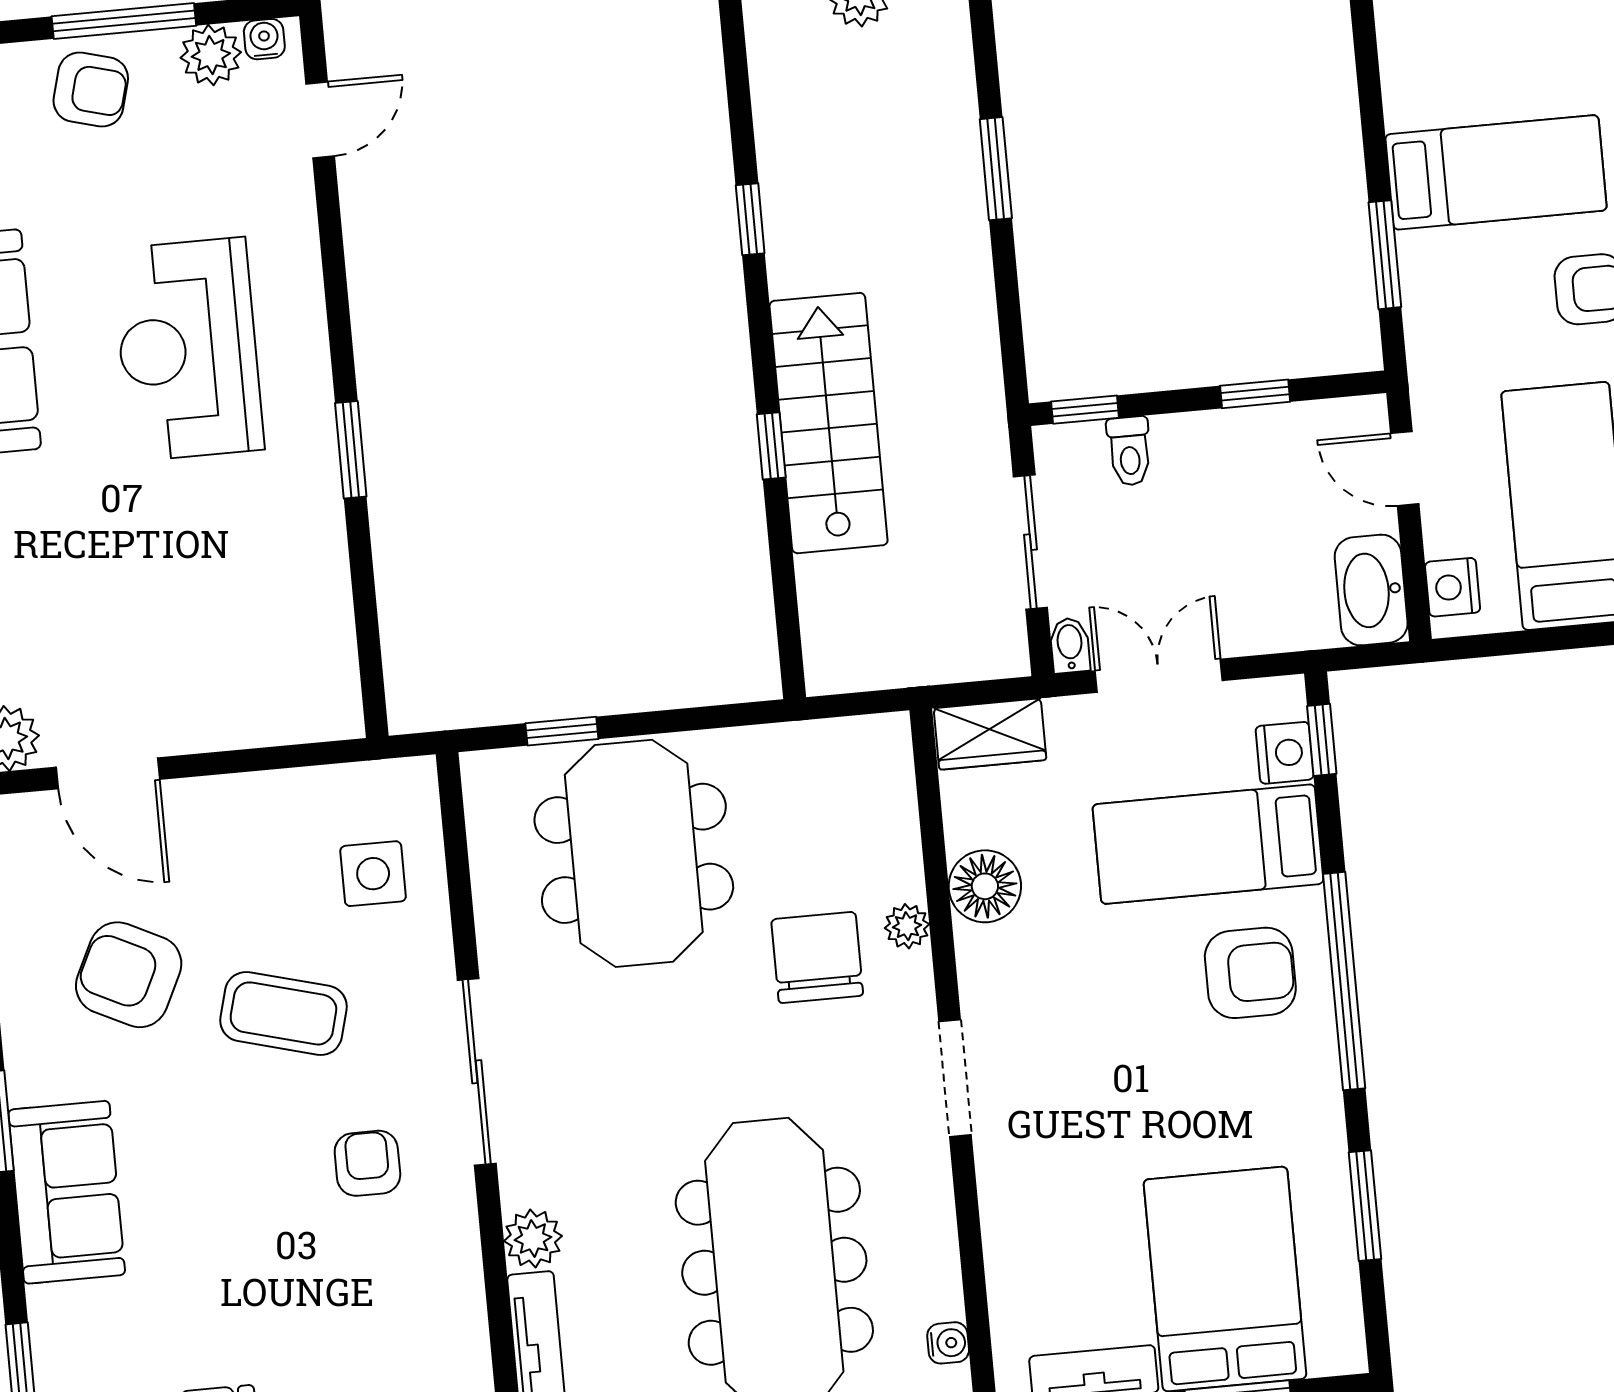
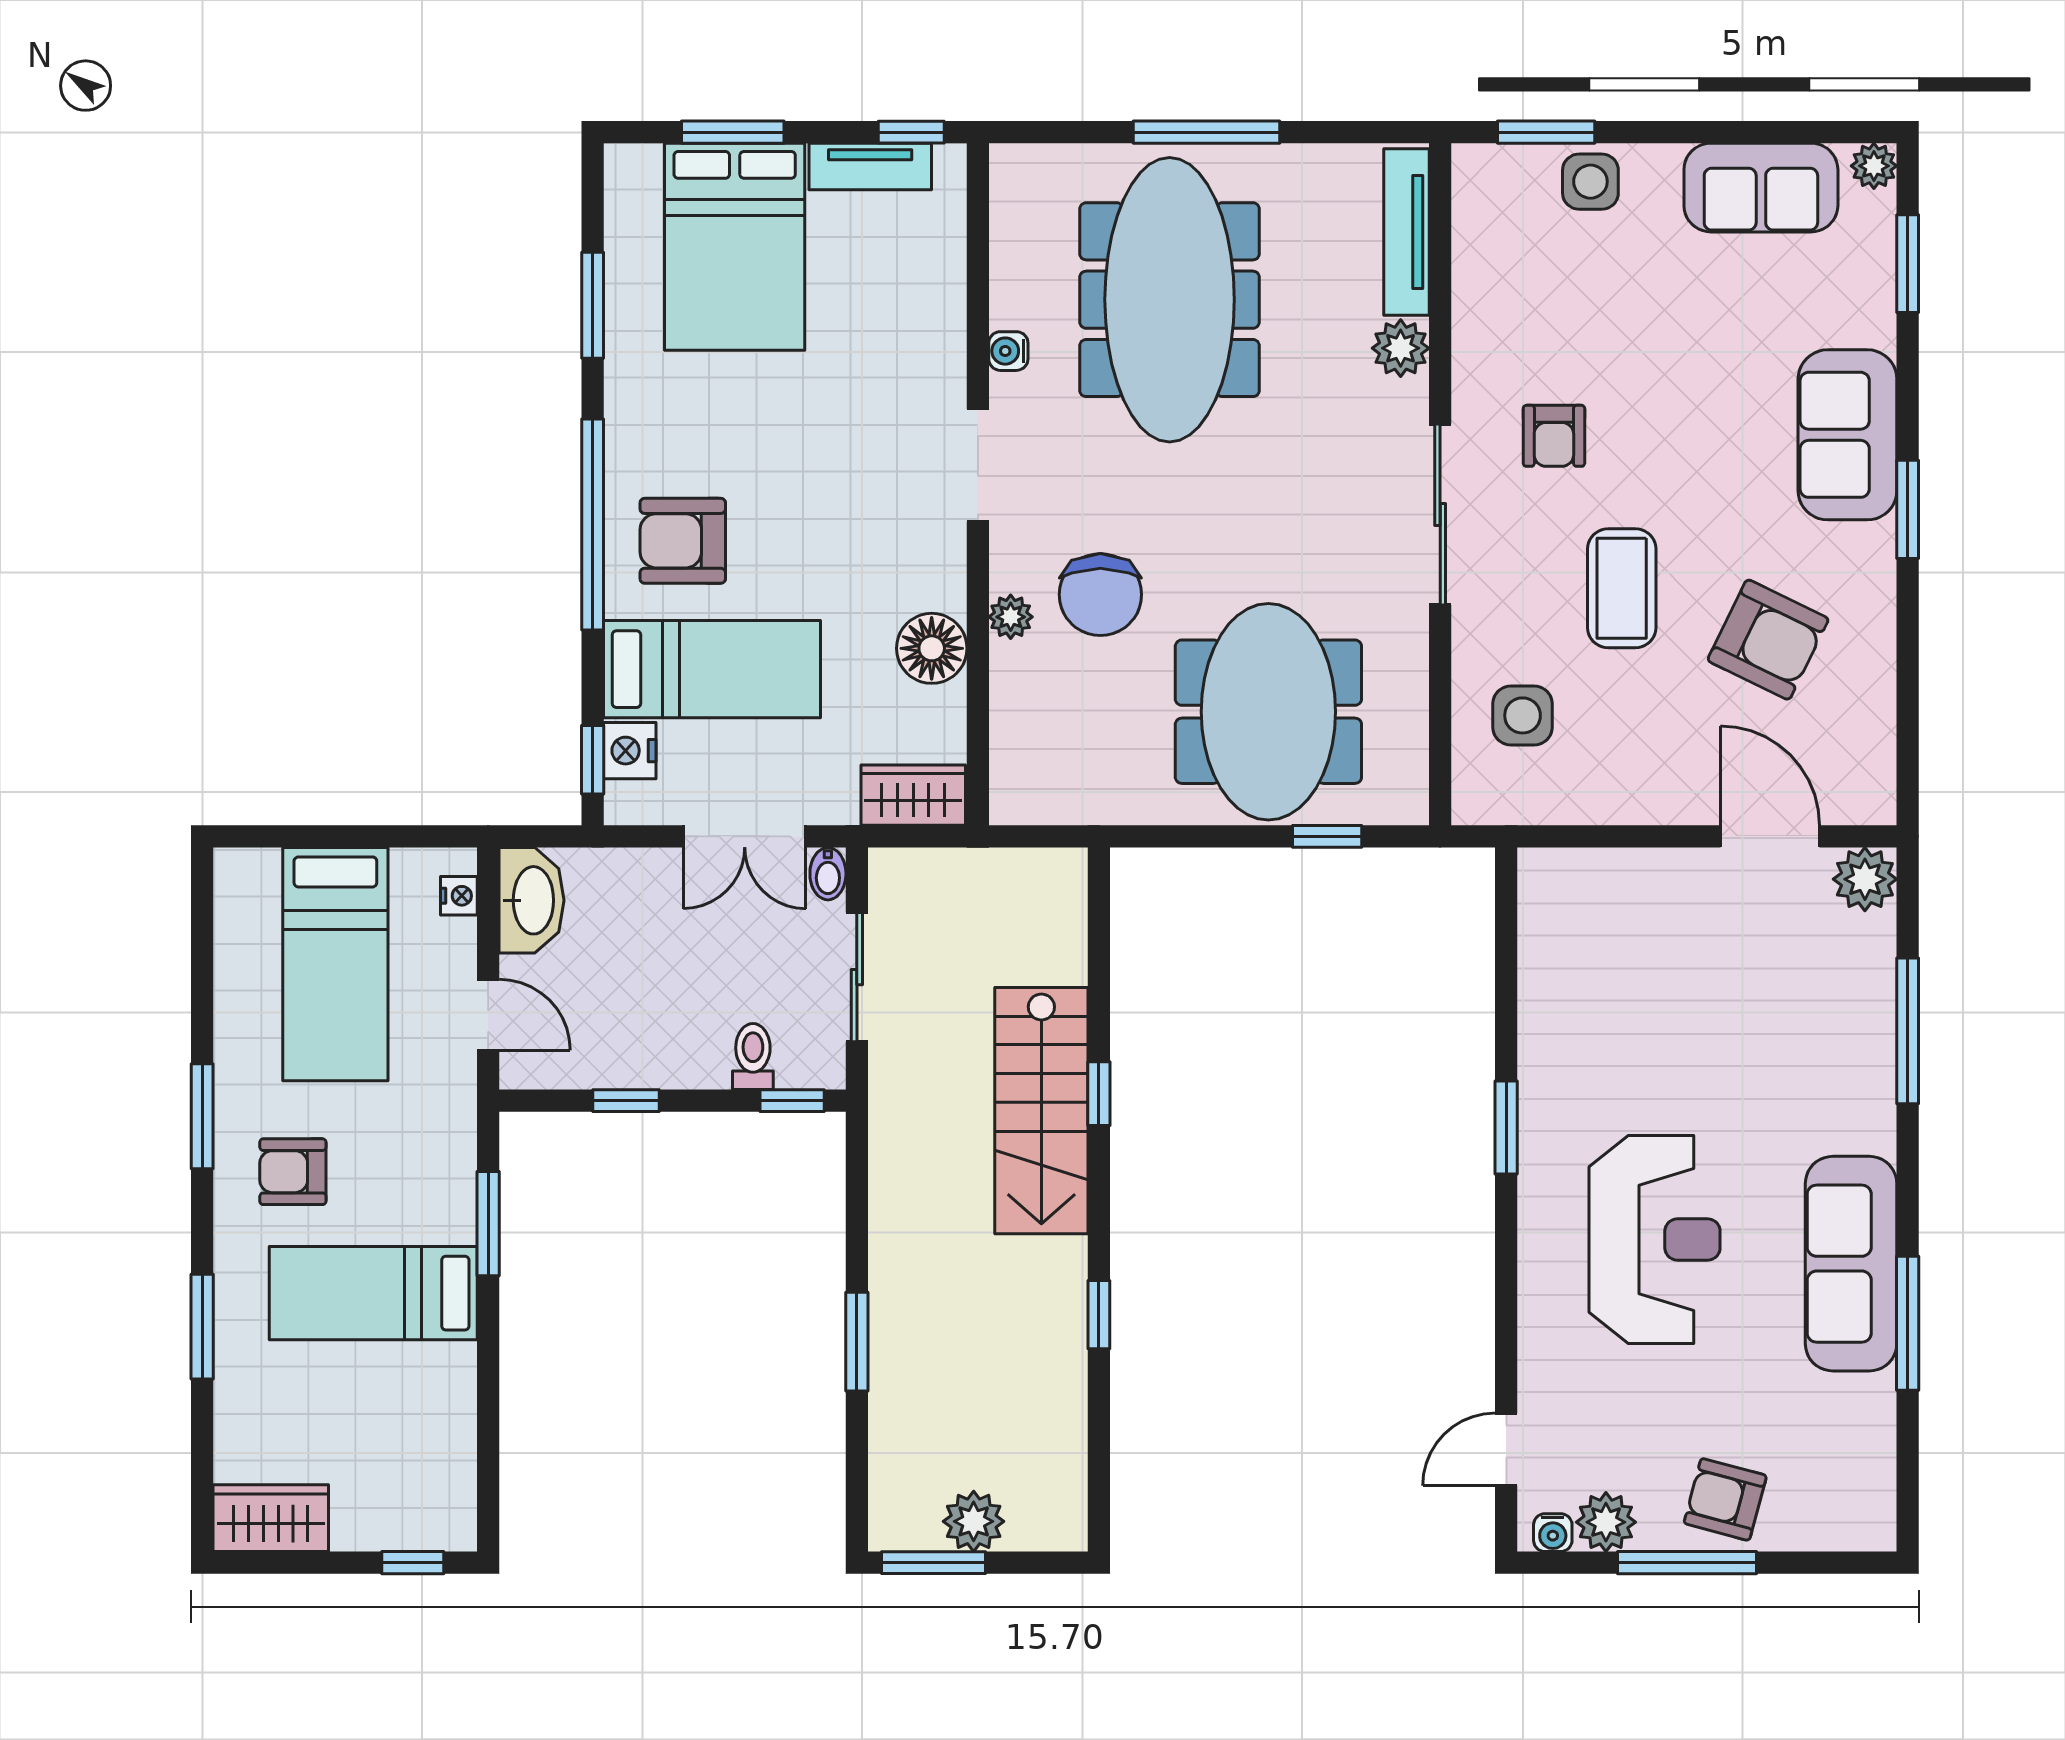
nightstand: (1453, 587) -> (459, 896), width x0.72, depth x0.74
coffee table: (283, 1013) -> (1622, 588), turned 75
water cooler: (948, 1343) -> (1008, 351), moved

